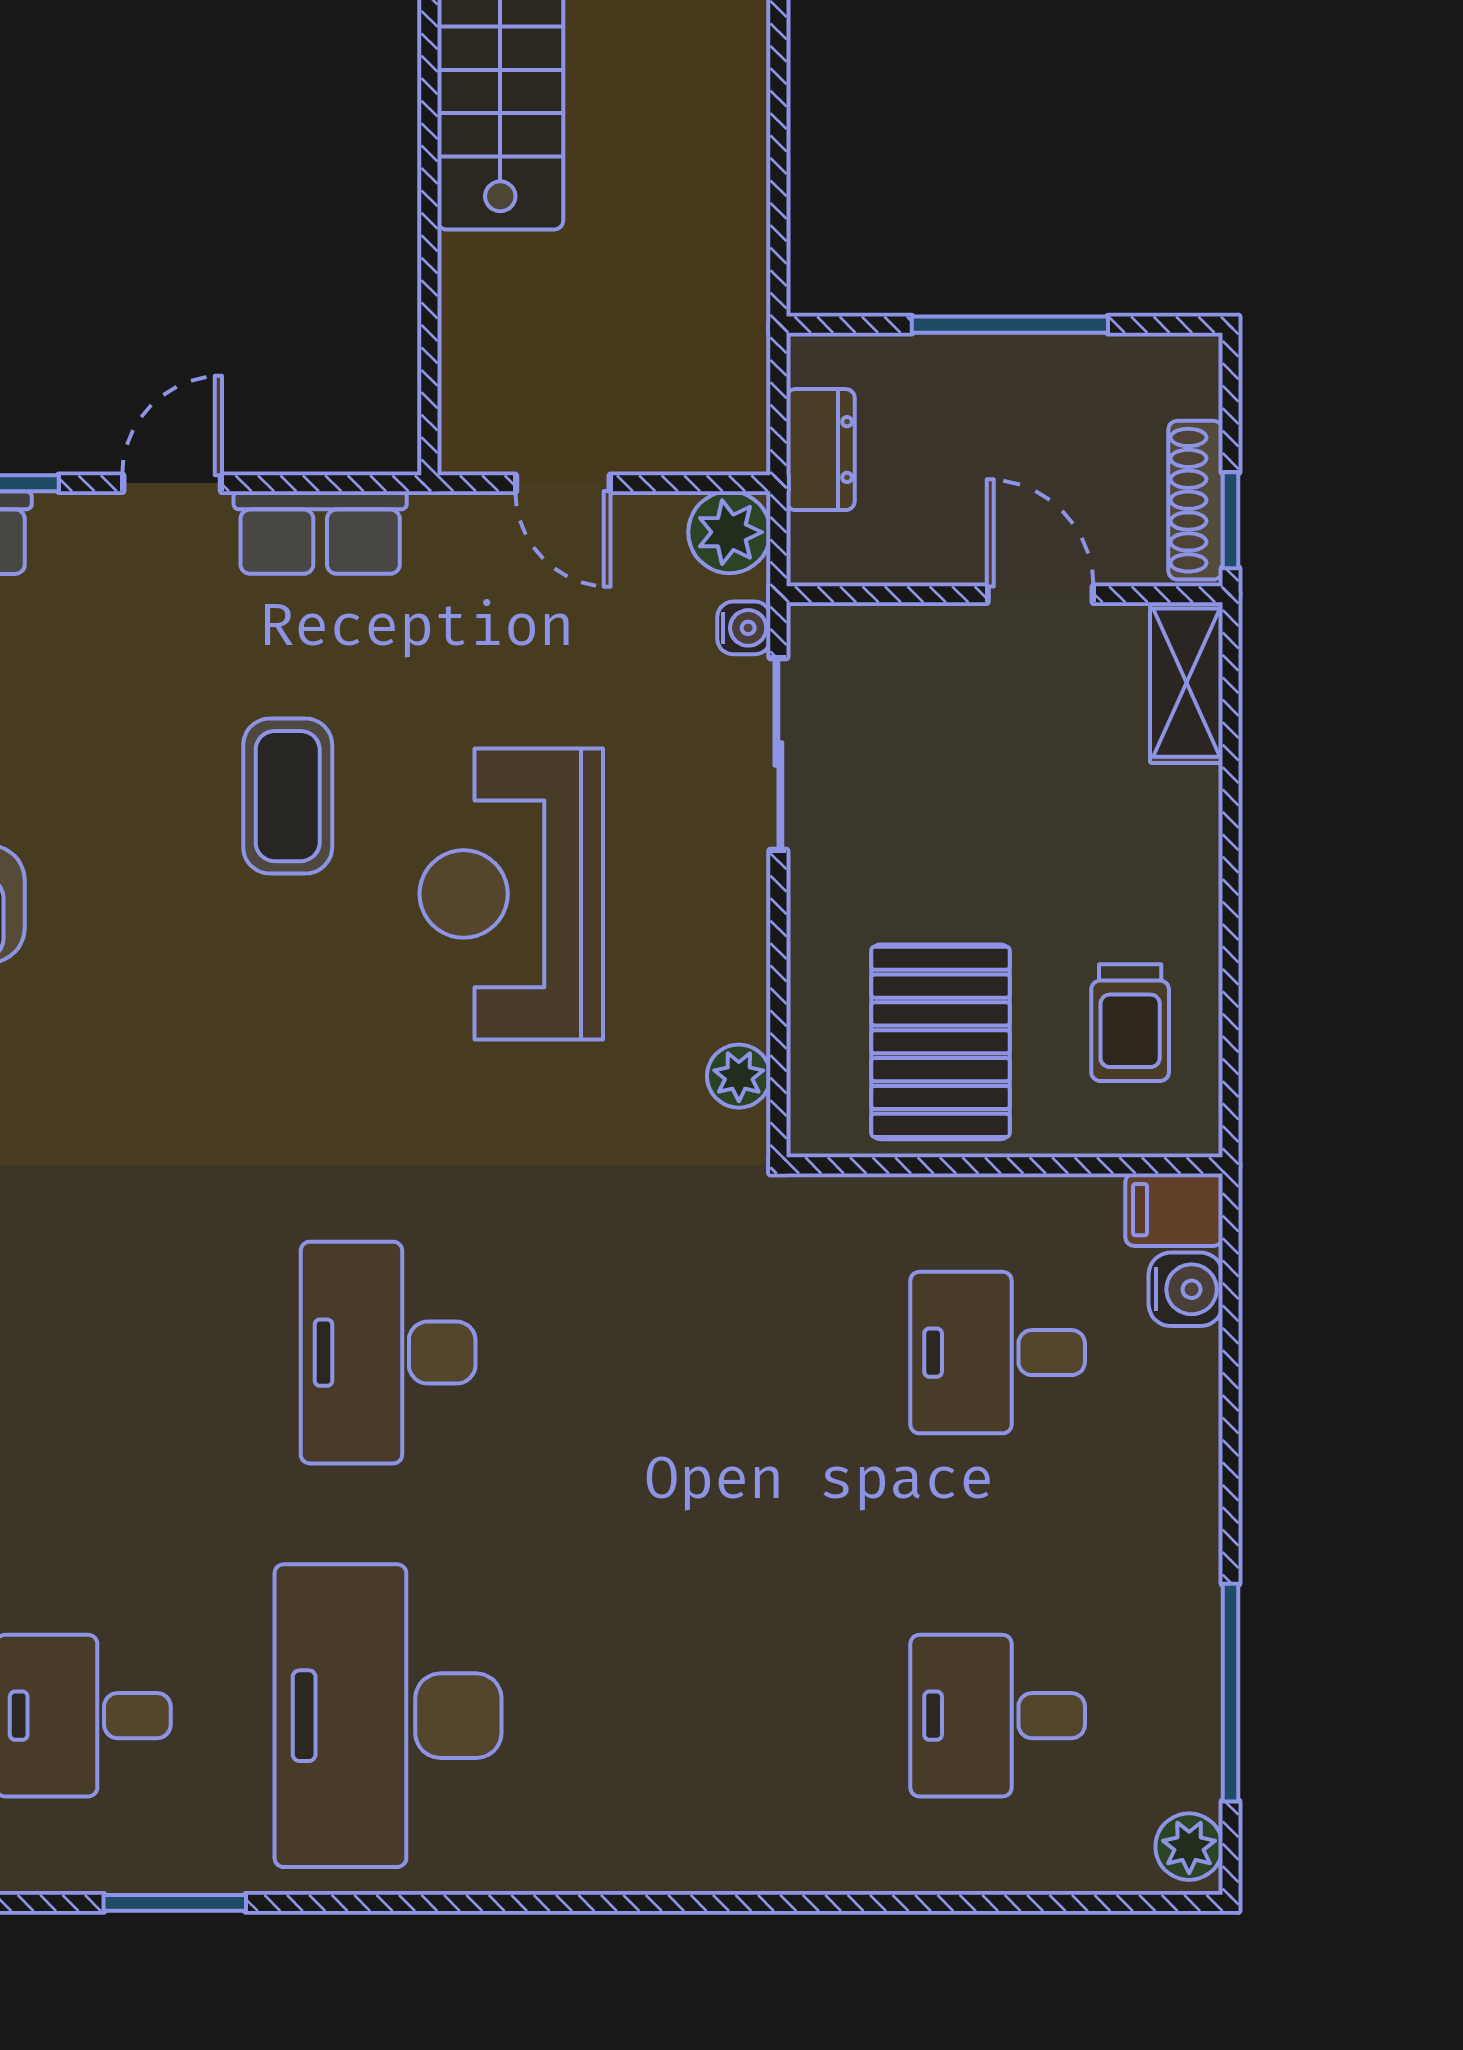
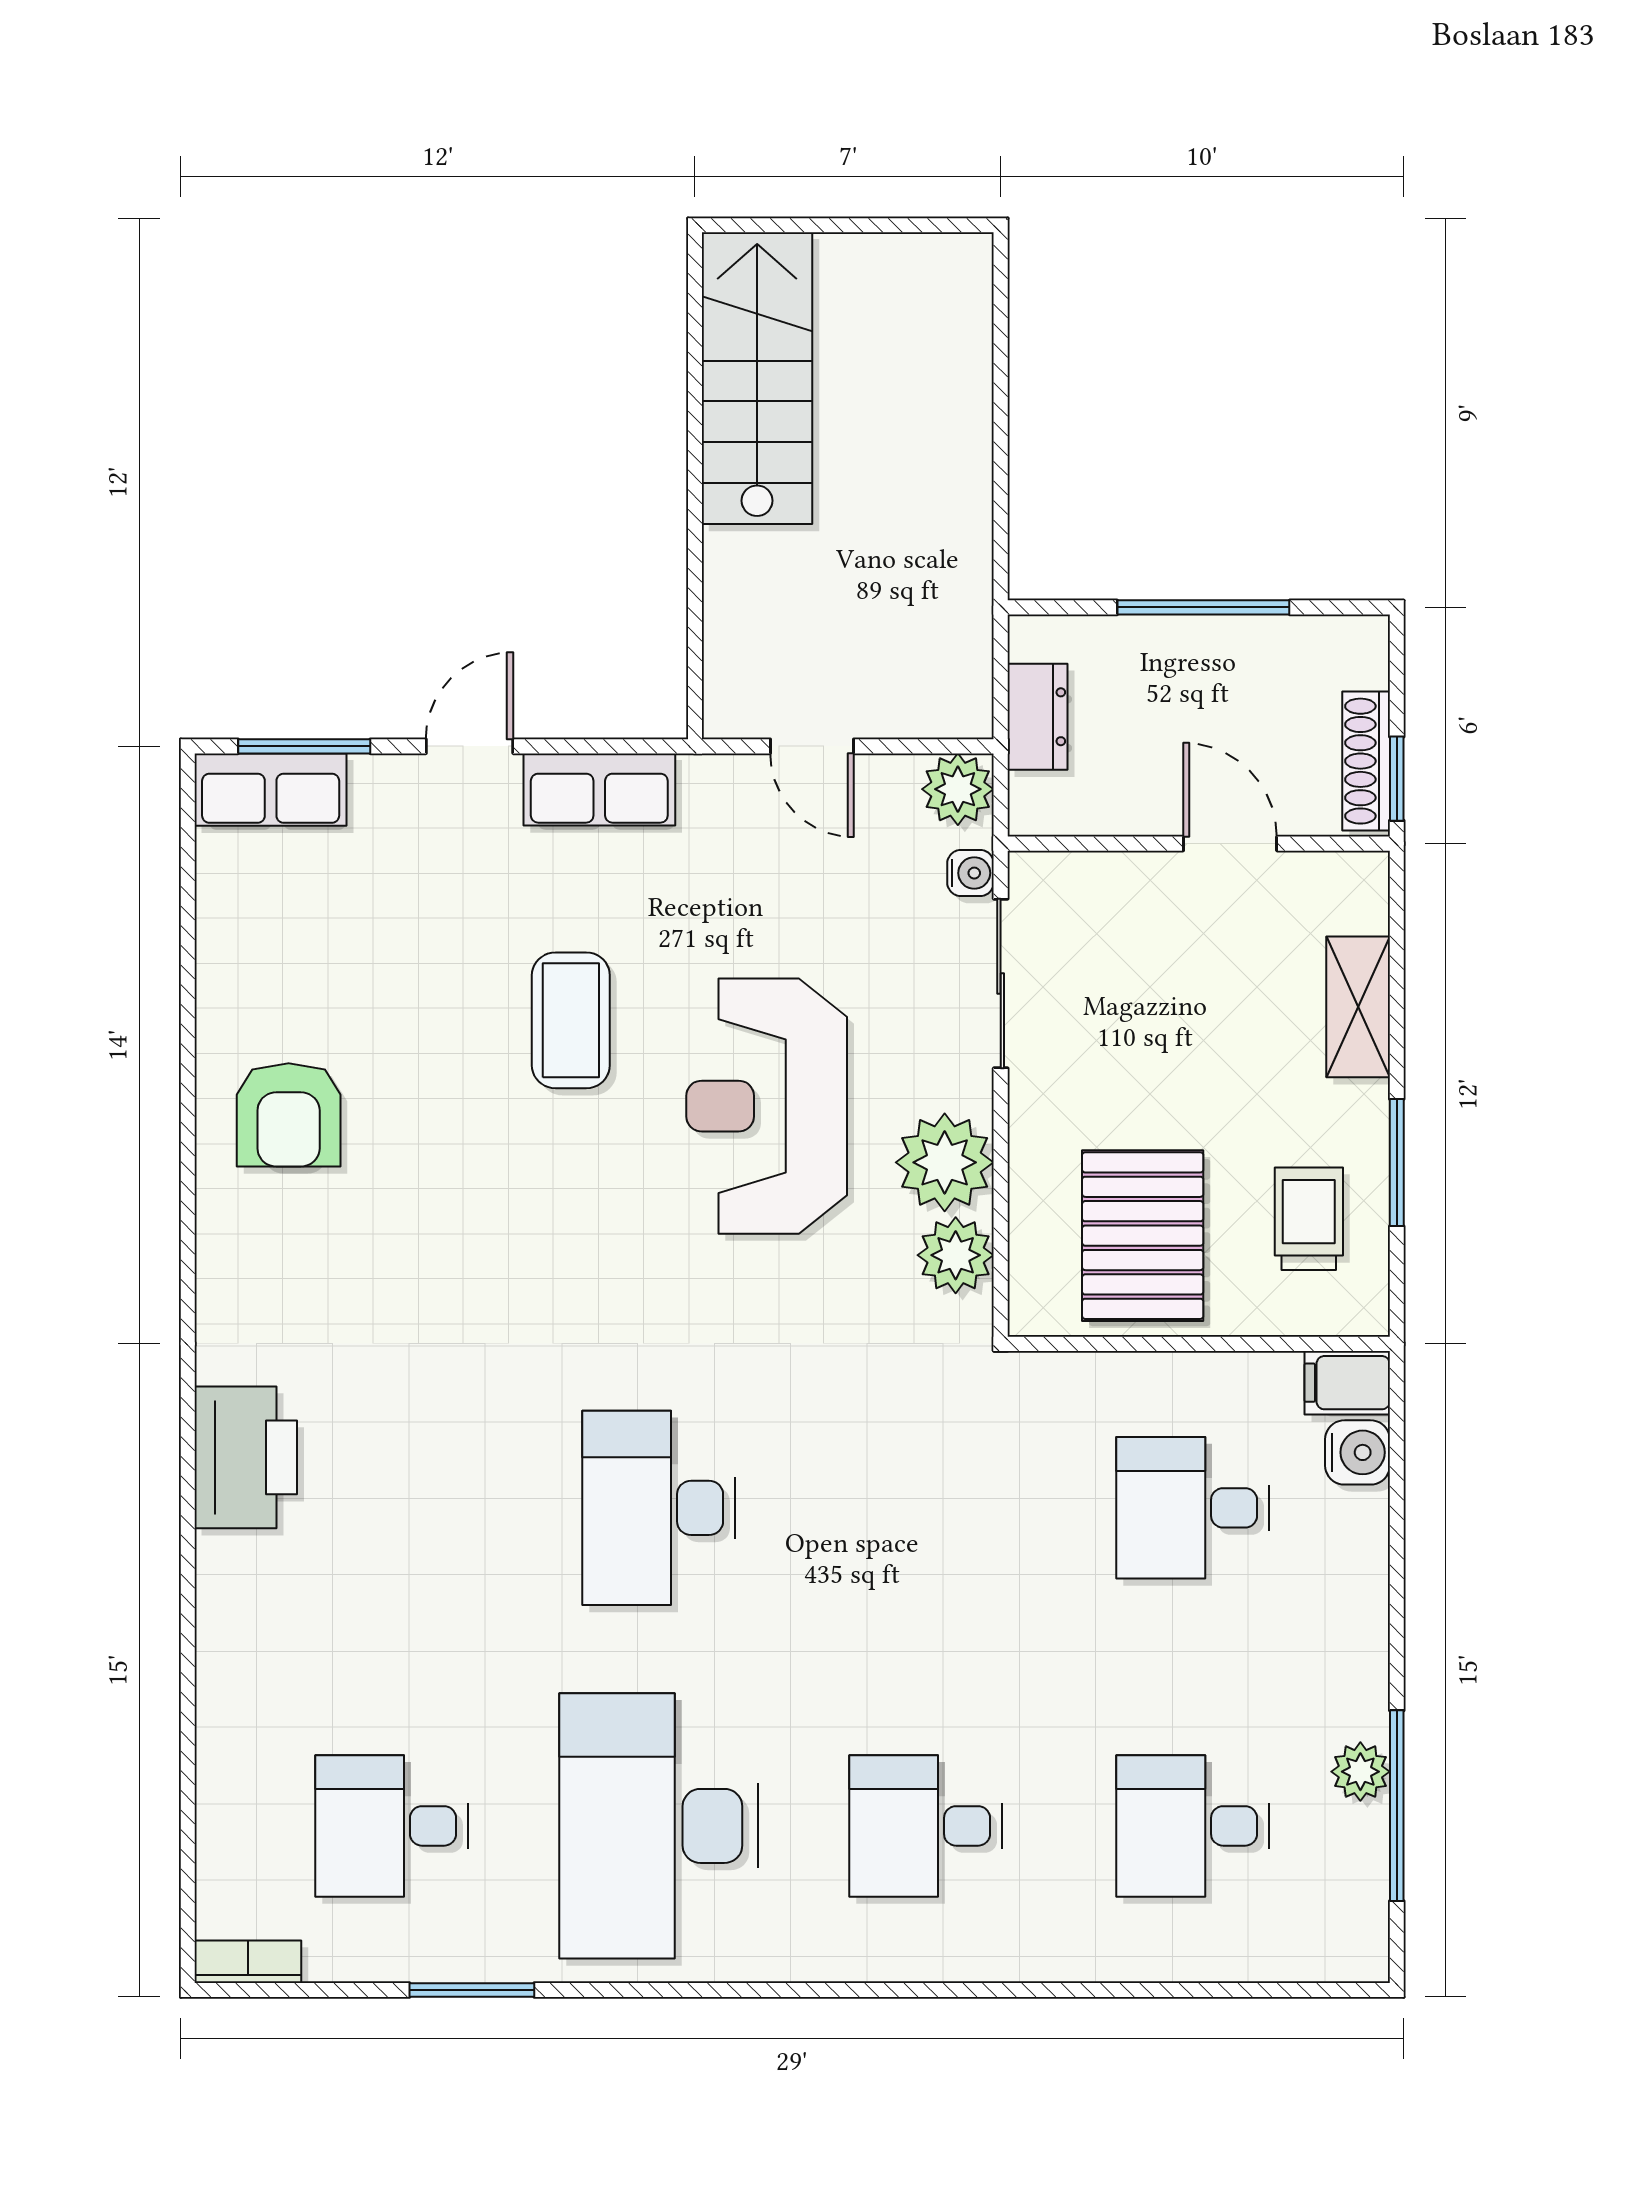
shelving: (1186, 683) -> (1358, 1007), moved
plant: (714, 958) -> (945, 1162), added
window: (1230, 958) -> (1397, 1163), added
trolley: (1130, 1023) -> (1309, 1219), turned 180
plant: (739, 1076) -> (956, 1255), width x1.38, depth x1.38
desk: (693, 1716) -> (926, 1826), added
plant: (1189, 1847) -> (1360, 1772), moved

